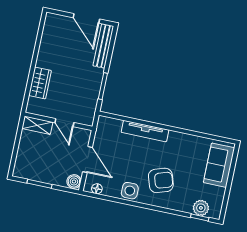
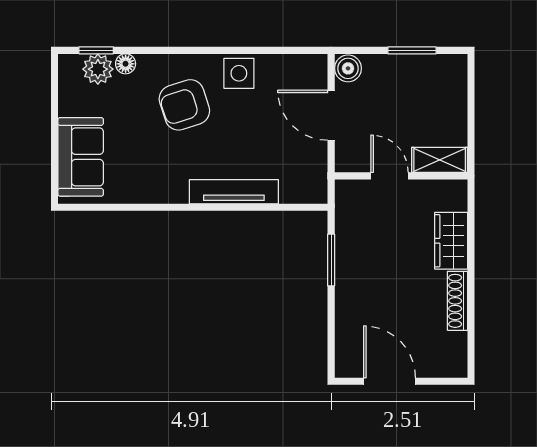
bench: (103, 46) -> (346, 336), removed
shoe rack: (43, 52) -> (457, 301), added
floor lamp: (97, 189) -> (126, 64), moved

